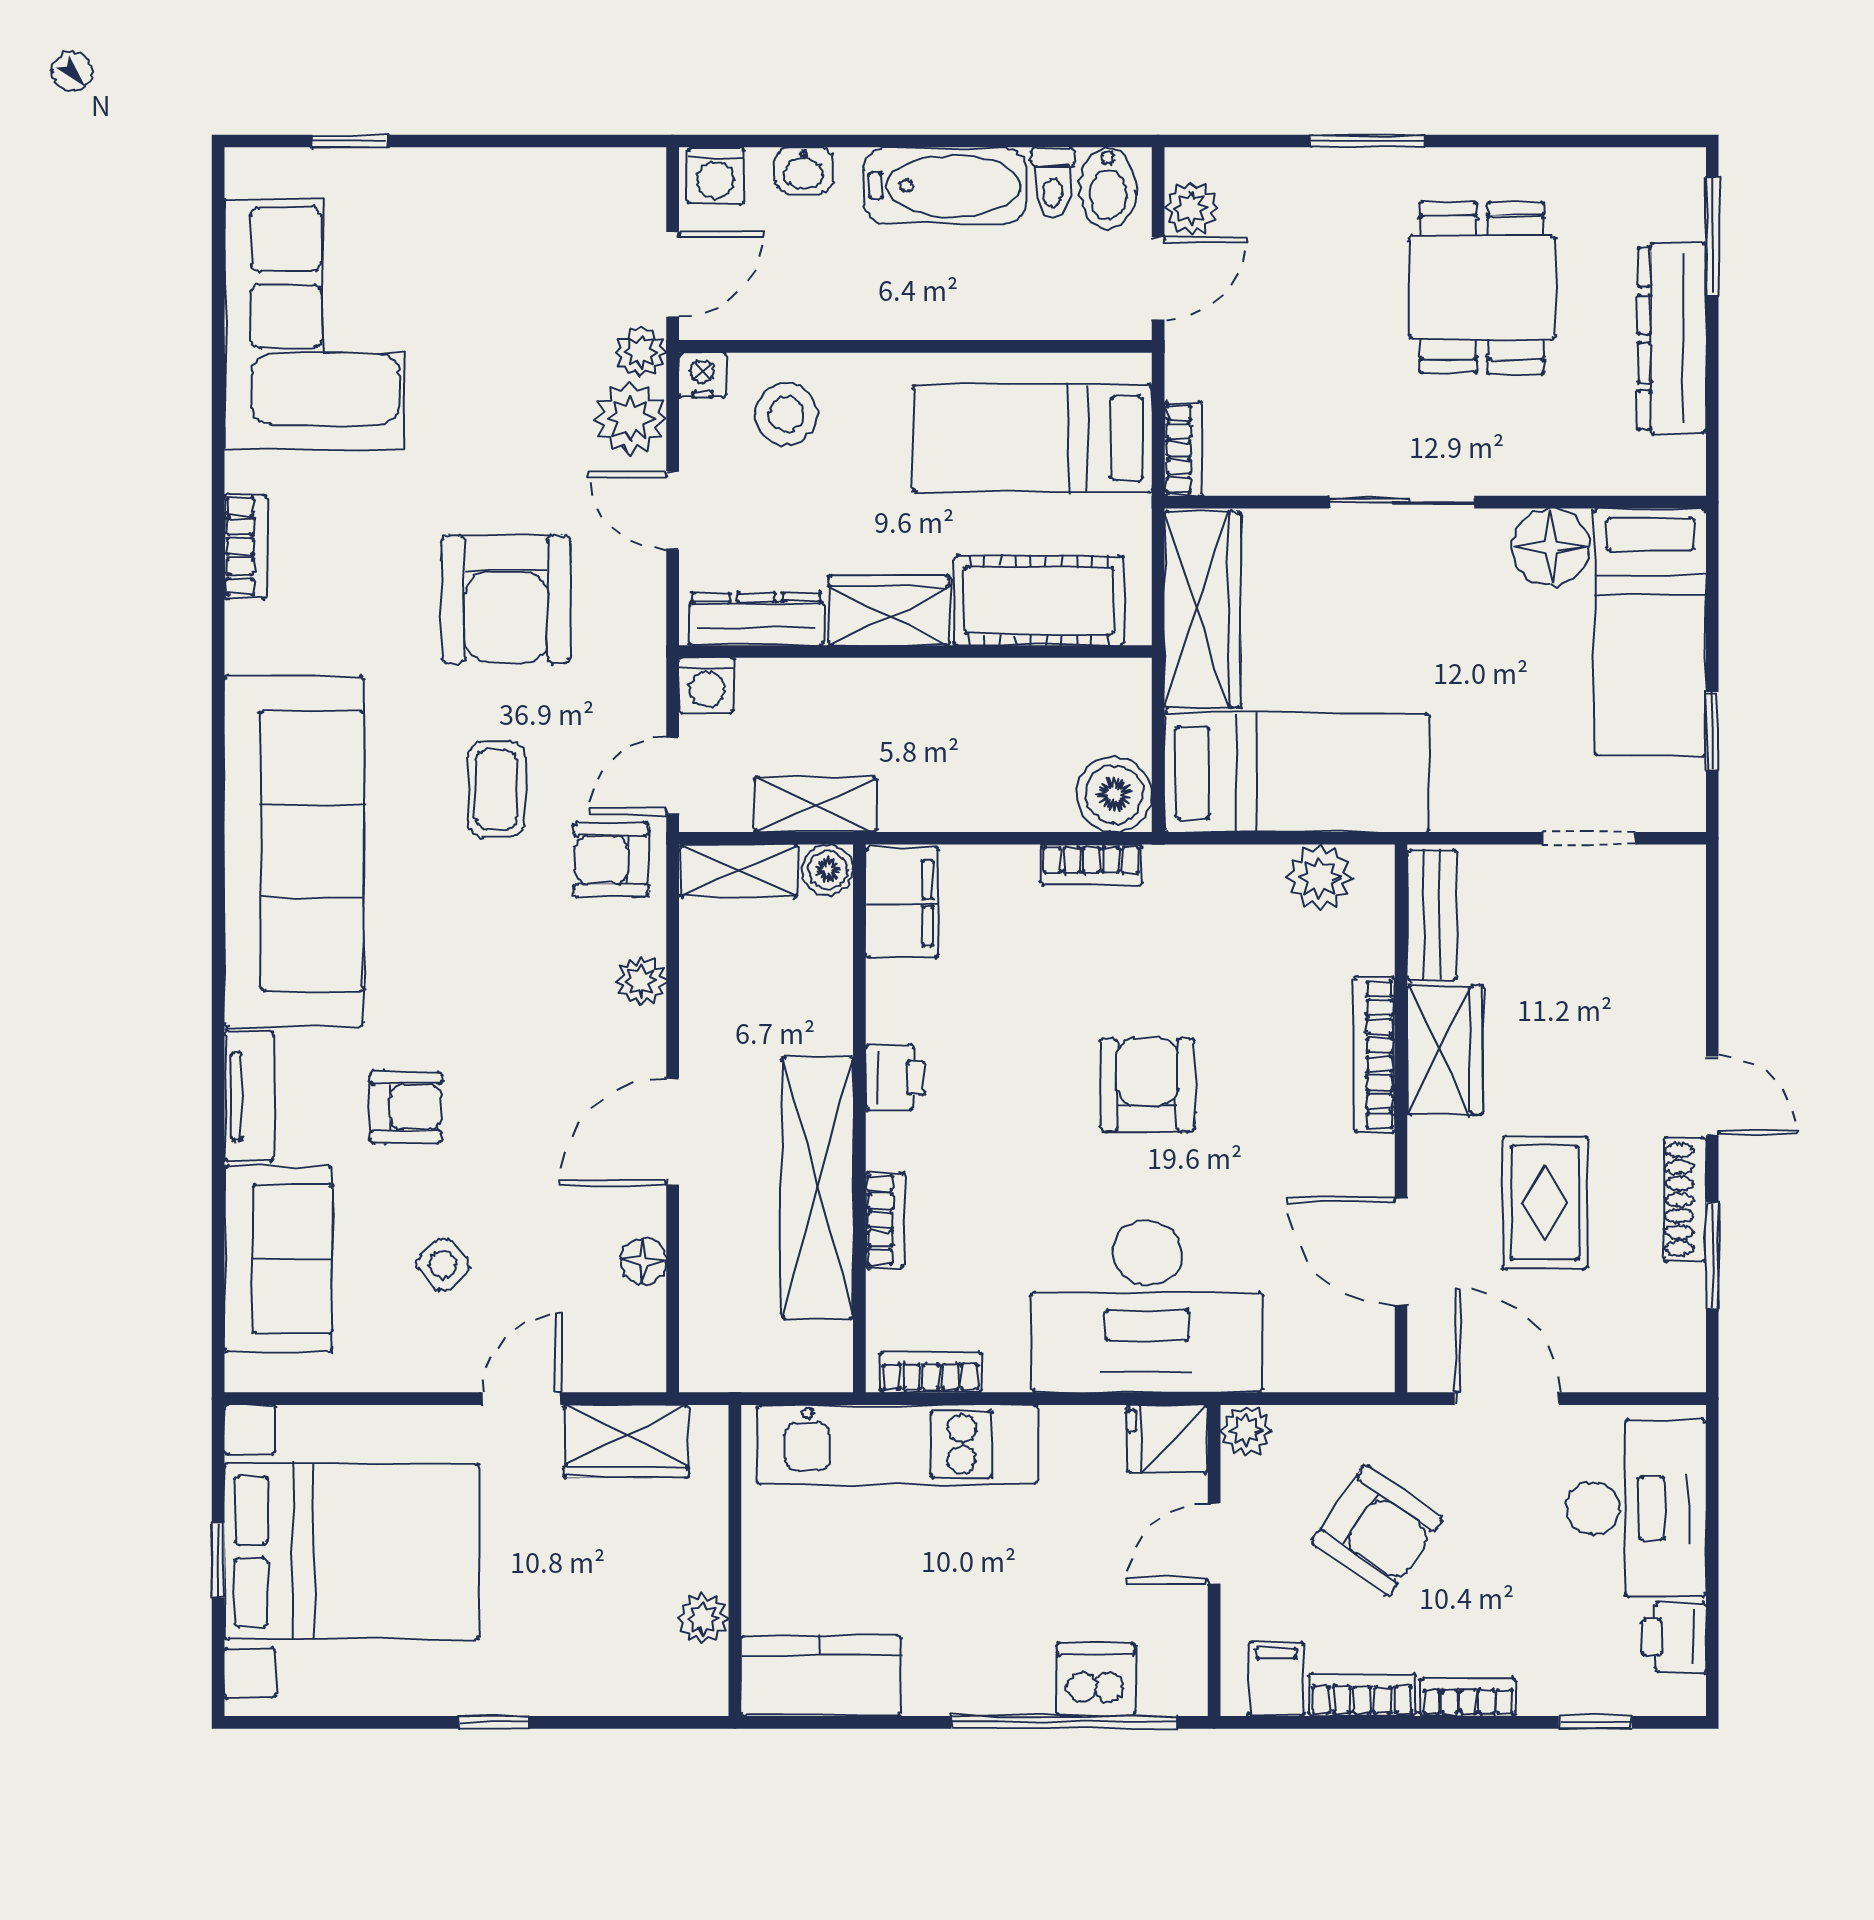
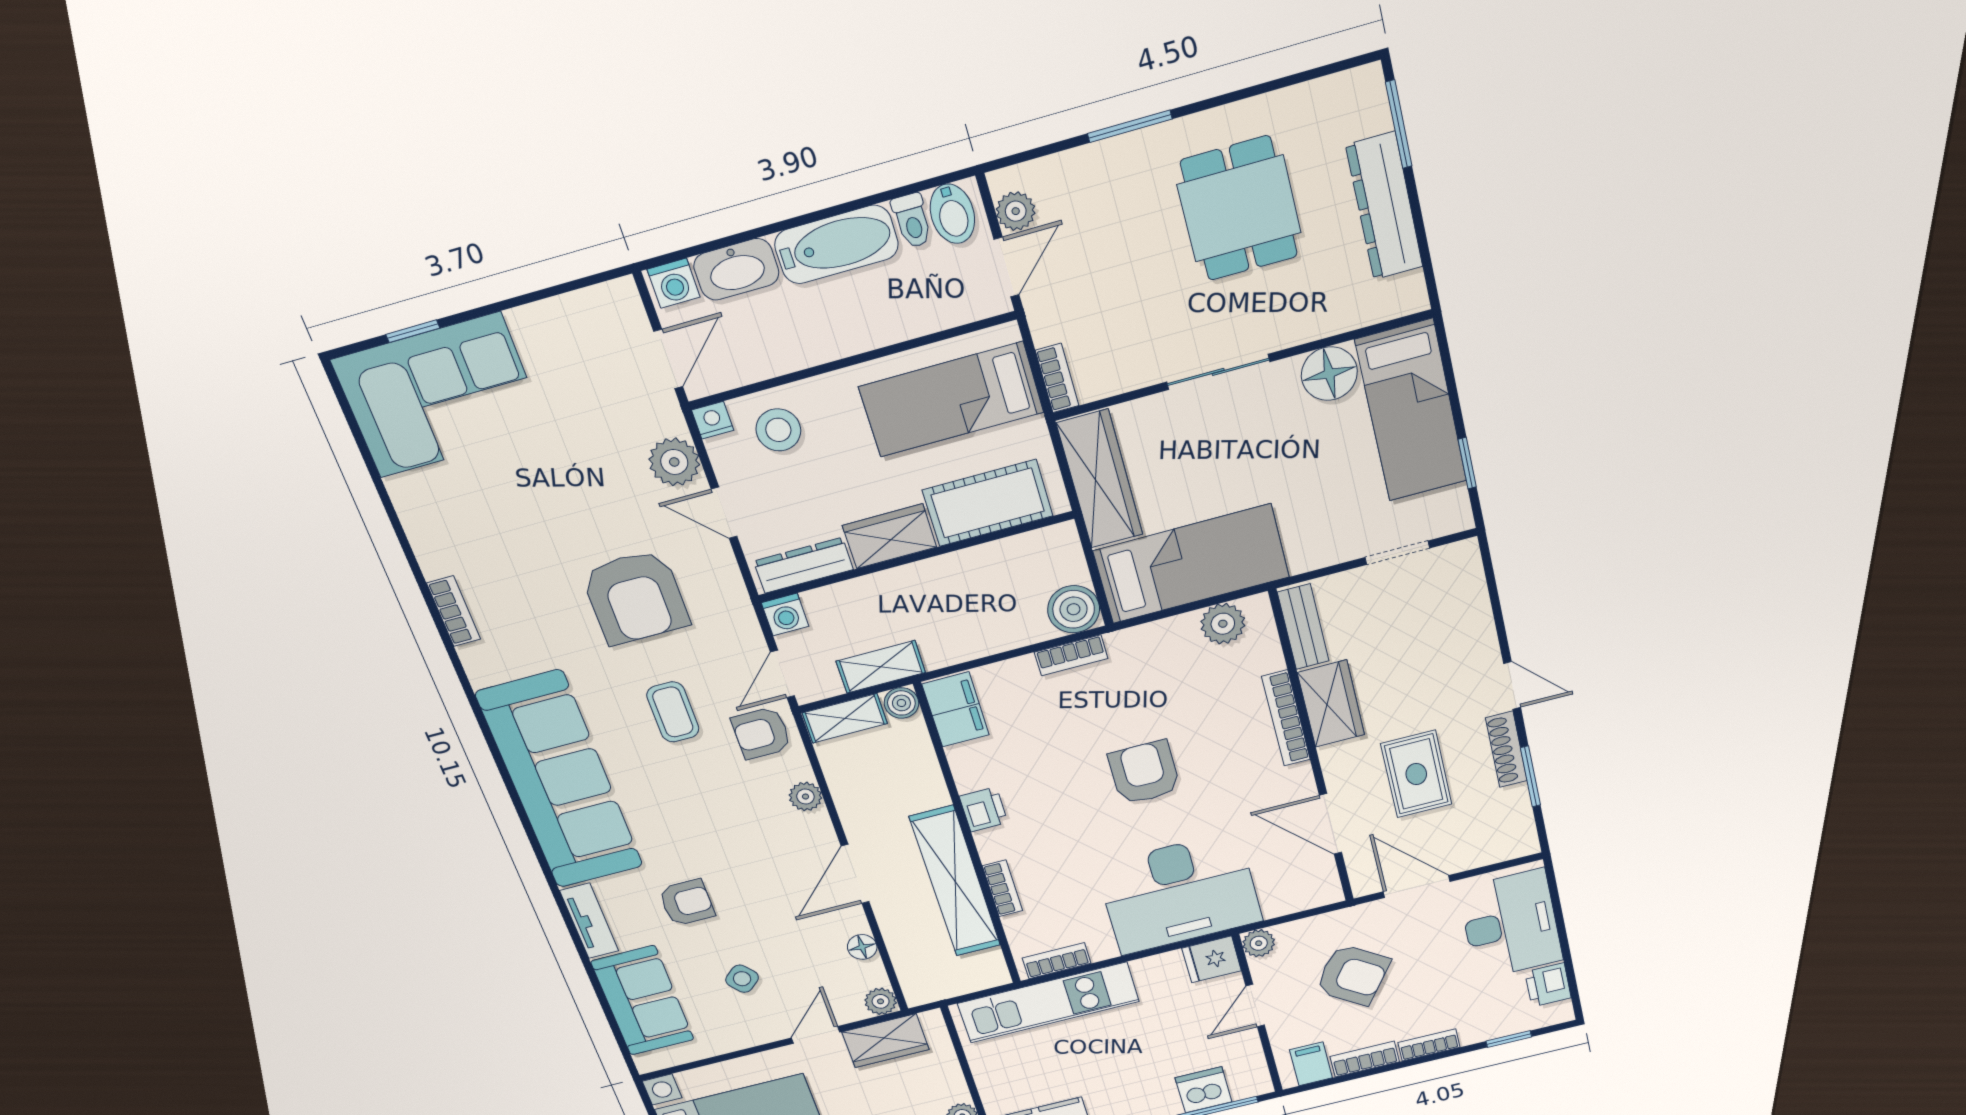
washbasin: (804, 170) -> (736, 269), width x1.91, depth x1.45
corner sofa: (314, 324) -> (440, 396), moved, turned 90
plant: (641, 352) -> (881, 1001), moved

